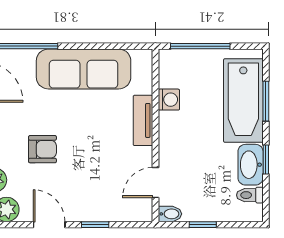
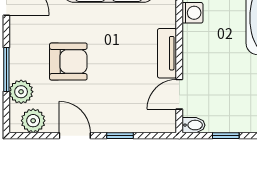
tv unit: (143, 120) -> (167, 53), moved
armchair: (42, 149) -> (68, 62), width x1.38, depth x1.38

